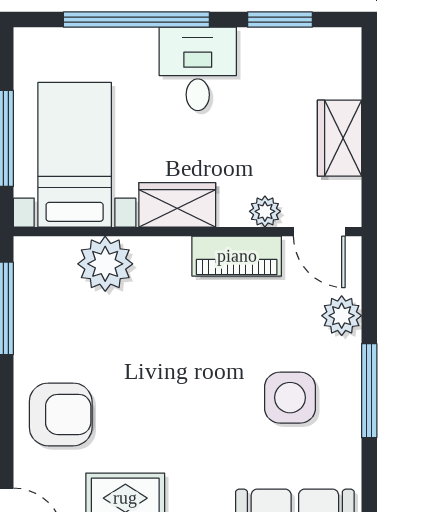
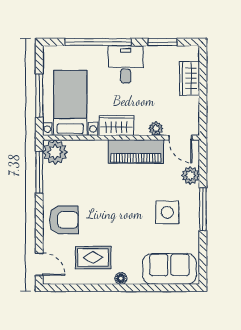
wardrobe: (340, 138) -> (189, 78), moved
piano: (237, 256) -> (136, 152), width x1.37, depth x1.33
plant: (105, 264) -> (55, 152), moved

